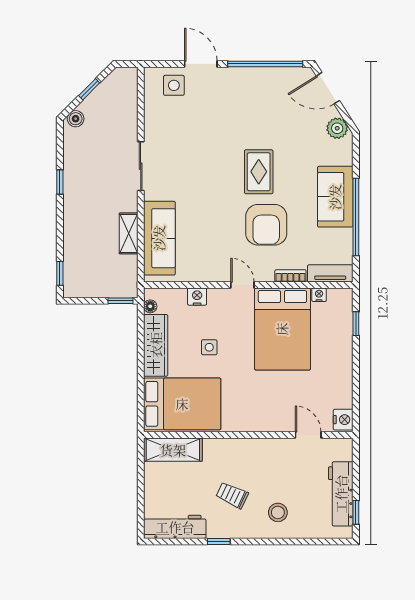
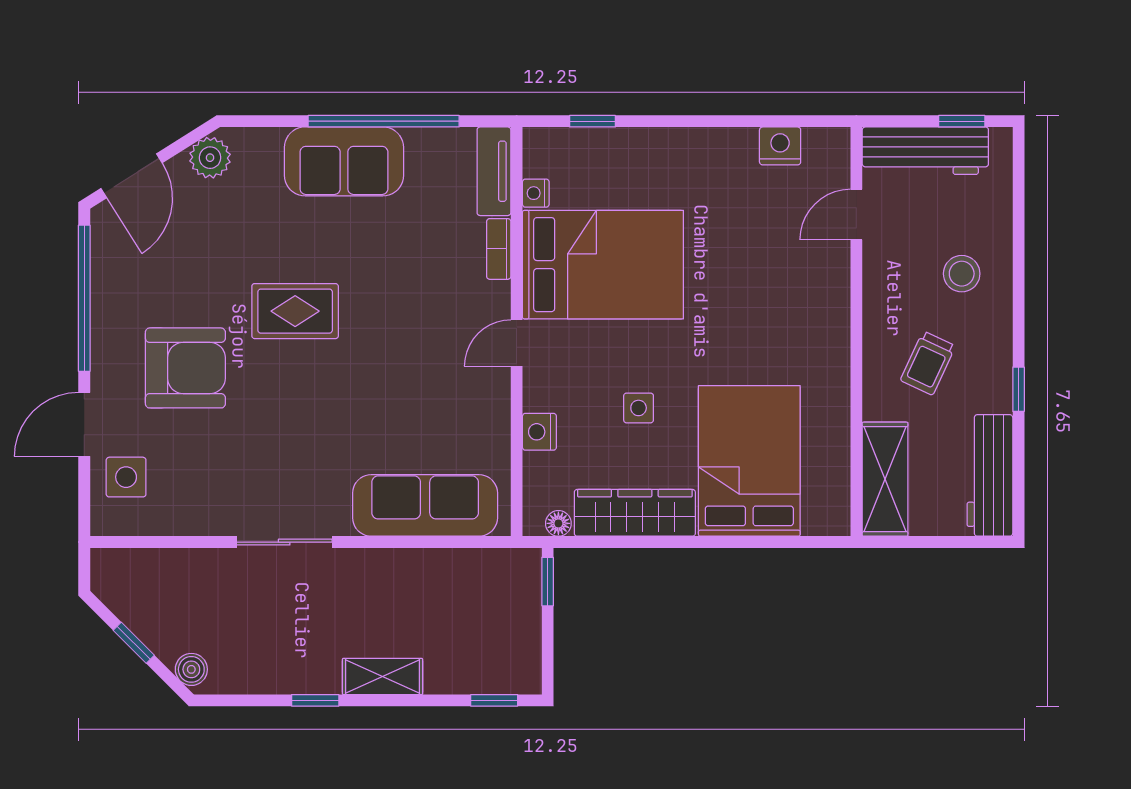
armchair: (266, 225) -> (185, 368), moved
shelving: (129, 233) -> (382, 676), moved
wall: (248, 435) -> (856, 332), moved
door: (308, 435) -> (856, 215), moved
shelving: (173, 450) -> (885, 479), moved

